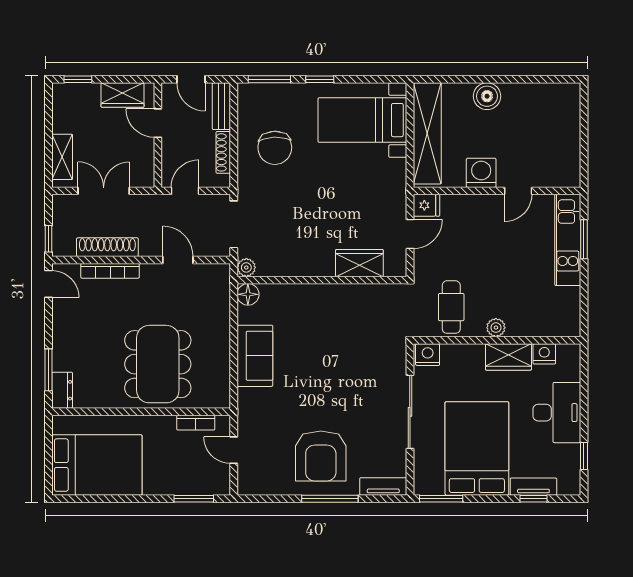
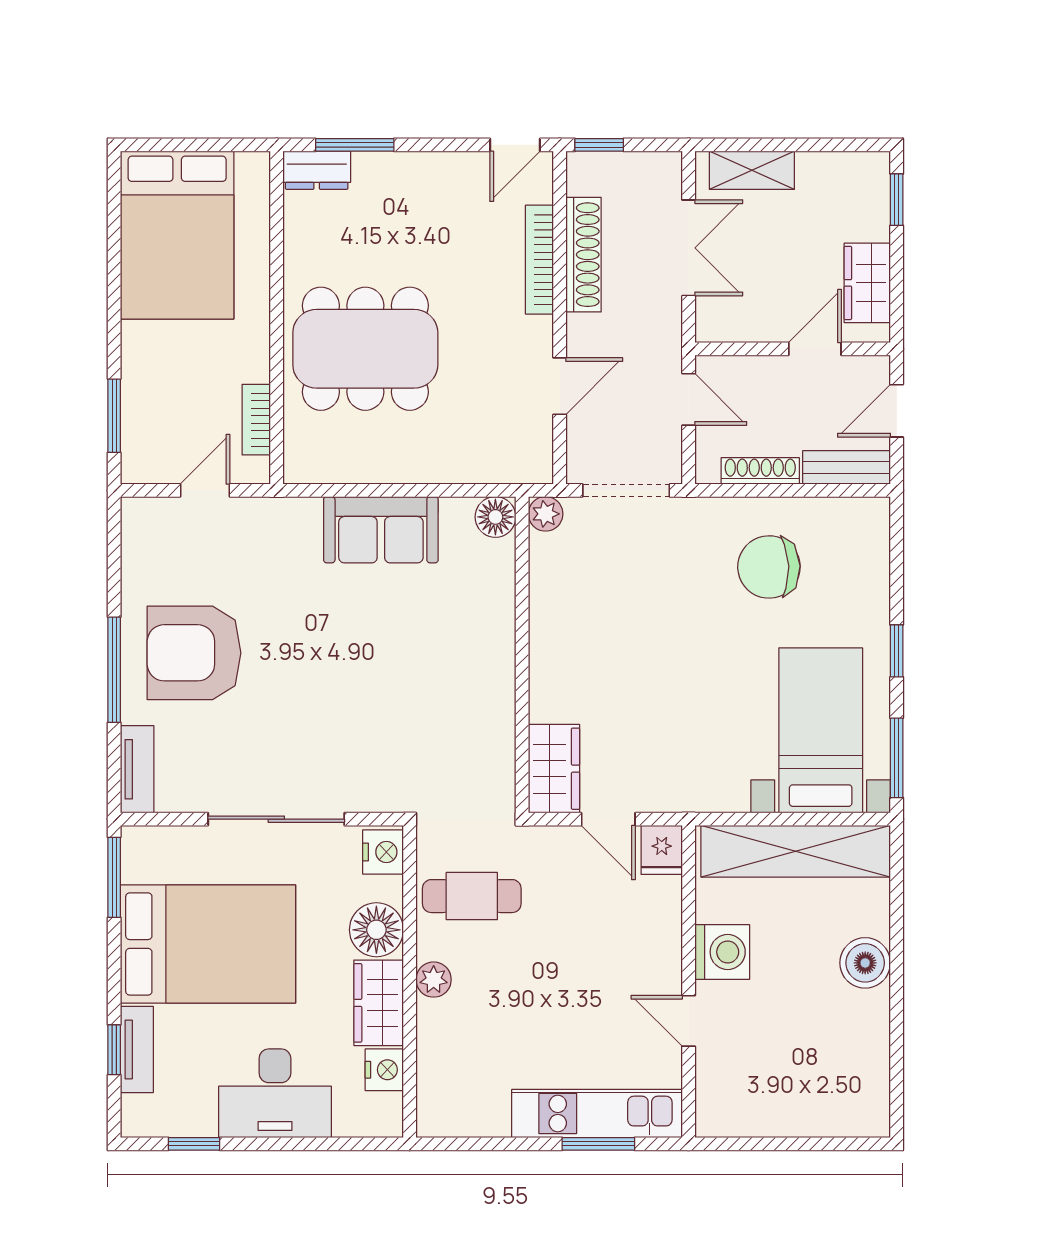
window: (269, 79) -> (897, 758), moved
wardrobe: (359, 263) -> (554, 769), moved
floor lamp: (469, 358) -> (376, 930), added

